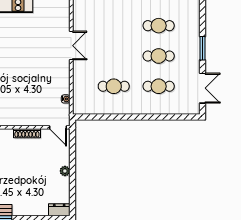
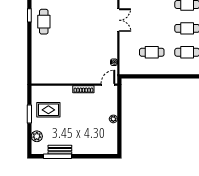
door: (58, 127) -> (108, 85), swing flipped
dresser: (59, 210) -> (109, 149), removed

